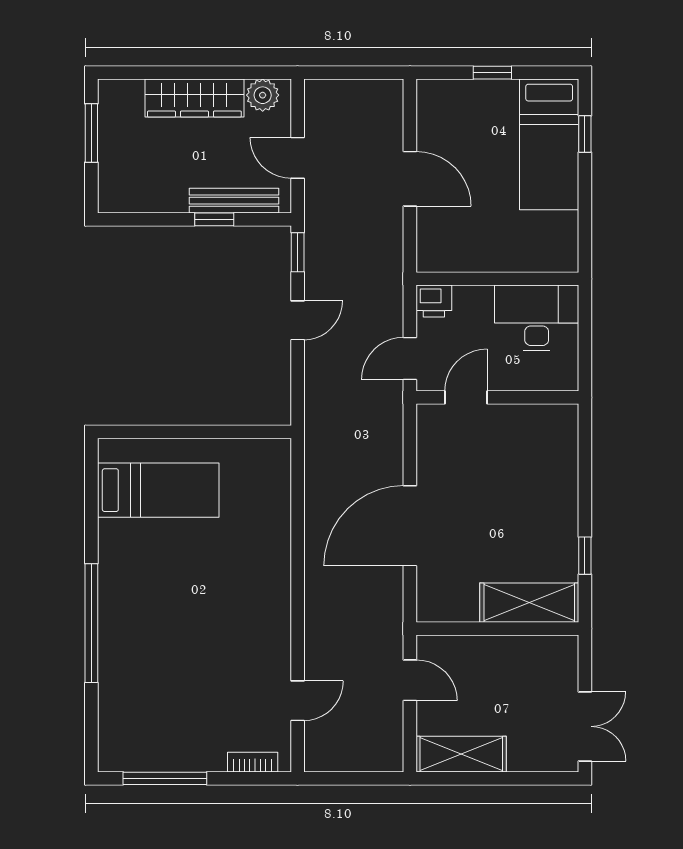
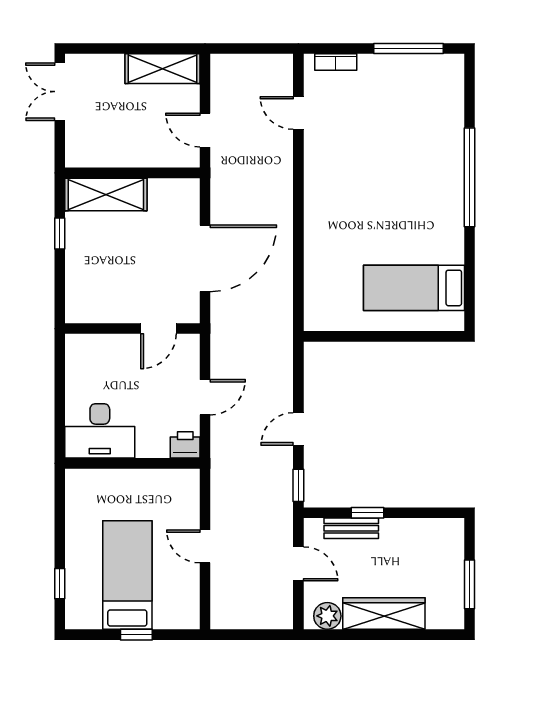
bed: (549, 144) -> (127, 575), moved
door: (410, 179) -> (205, 546), width x0.73
bench: (234, 201) -> (351, 528), width x0.73
door: (466, 397) -> (159, 329), moved
wall: (497, 397) -> (132, 329), moved
door: (298, 701) -> (298, 113), hinge flipped

